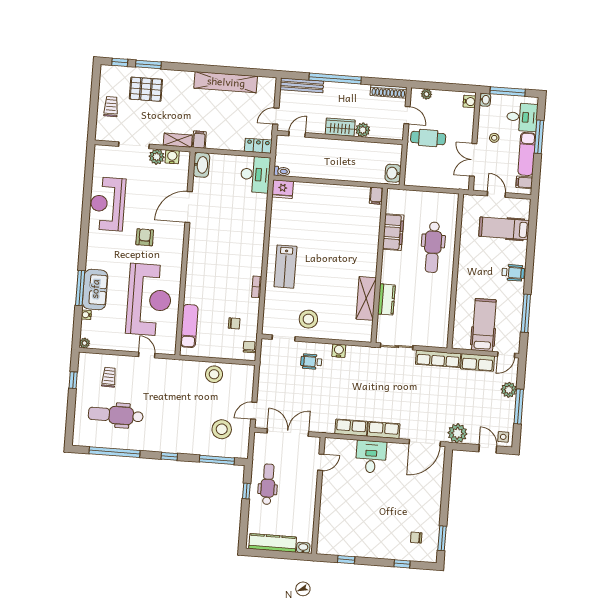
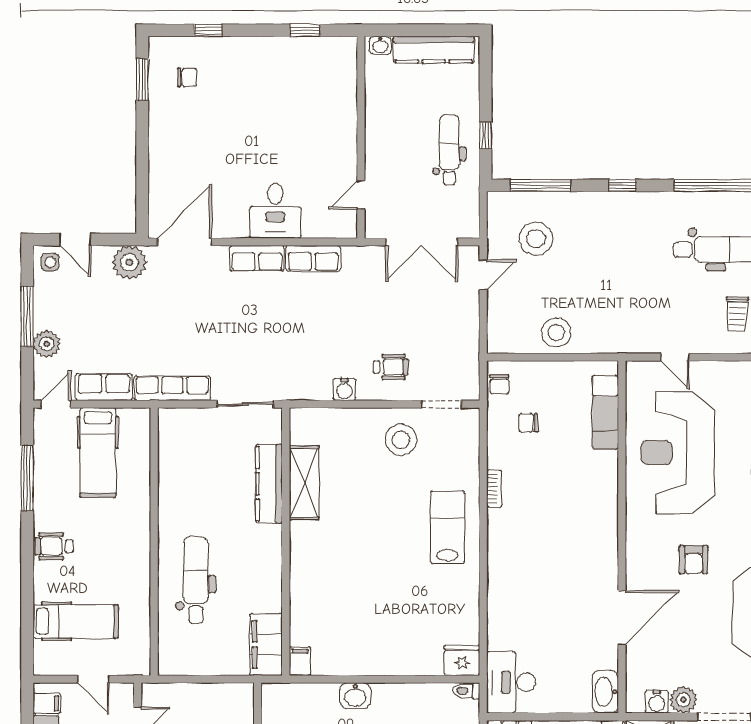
washbasin: (393, 173) -> (355, 696), moved, turned 90
filing cabinet: (393, 232) -> (266, 644), moved
kitchen counter: (386, 299) -> (269, 484), width x1.50
dental chair: (268, 484) -> (449, 150), turned 180

